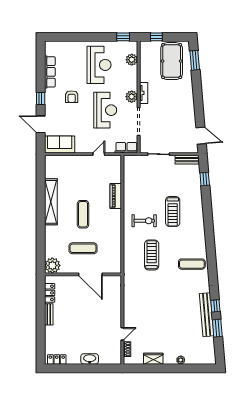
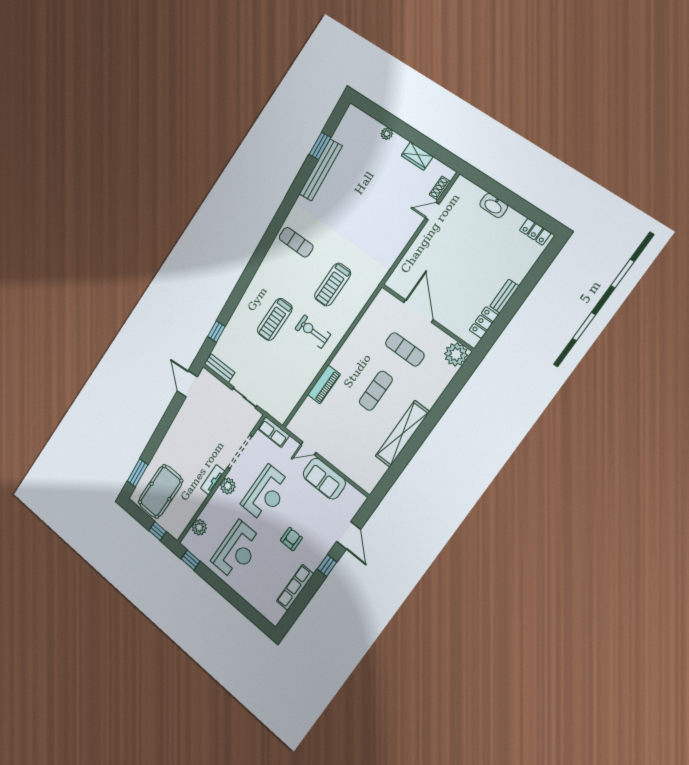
reception desk: (99, 65) -> (237, 550), turned 180
reception desk: (105, 110) -> (266, 494), turned 180
sofa: (60, 144) -> (324, 479), moved
treadmill: (173, 212) -> (275, 319), turned 180
window: (215, 306) -> (304, 174), removed

